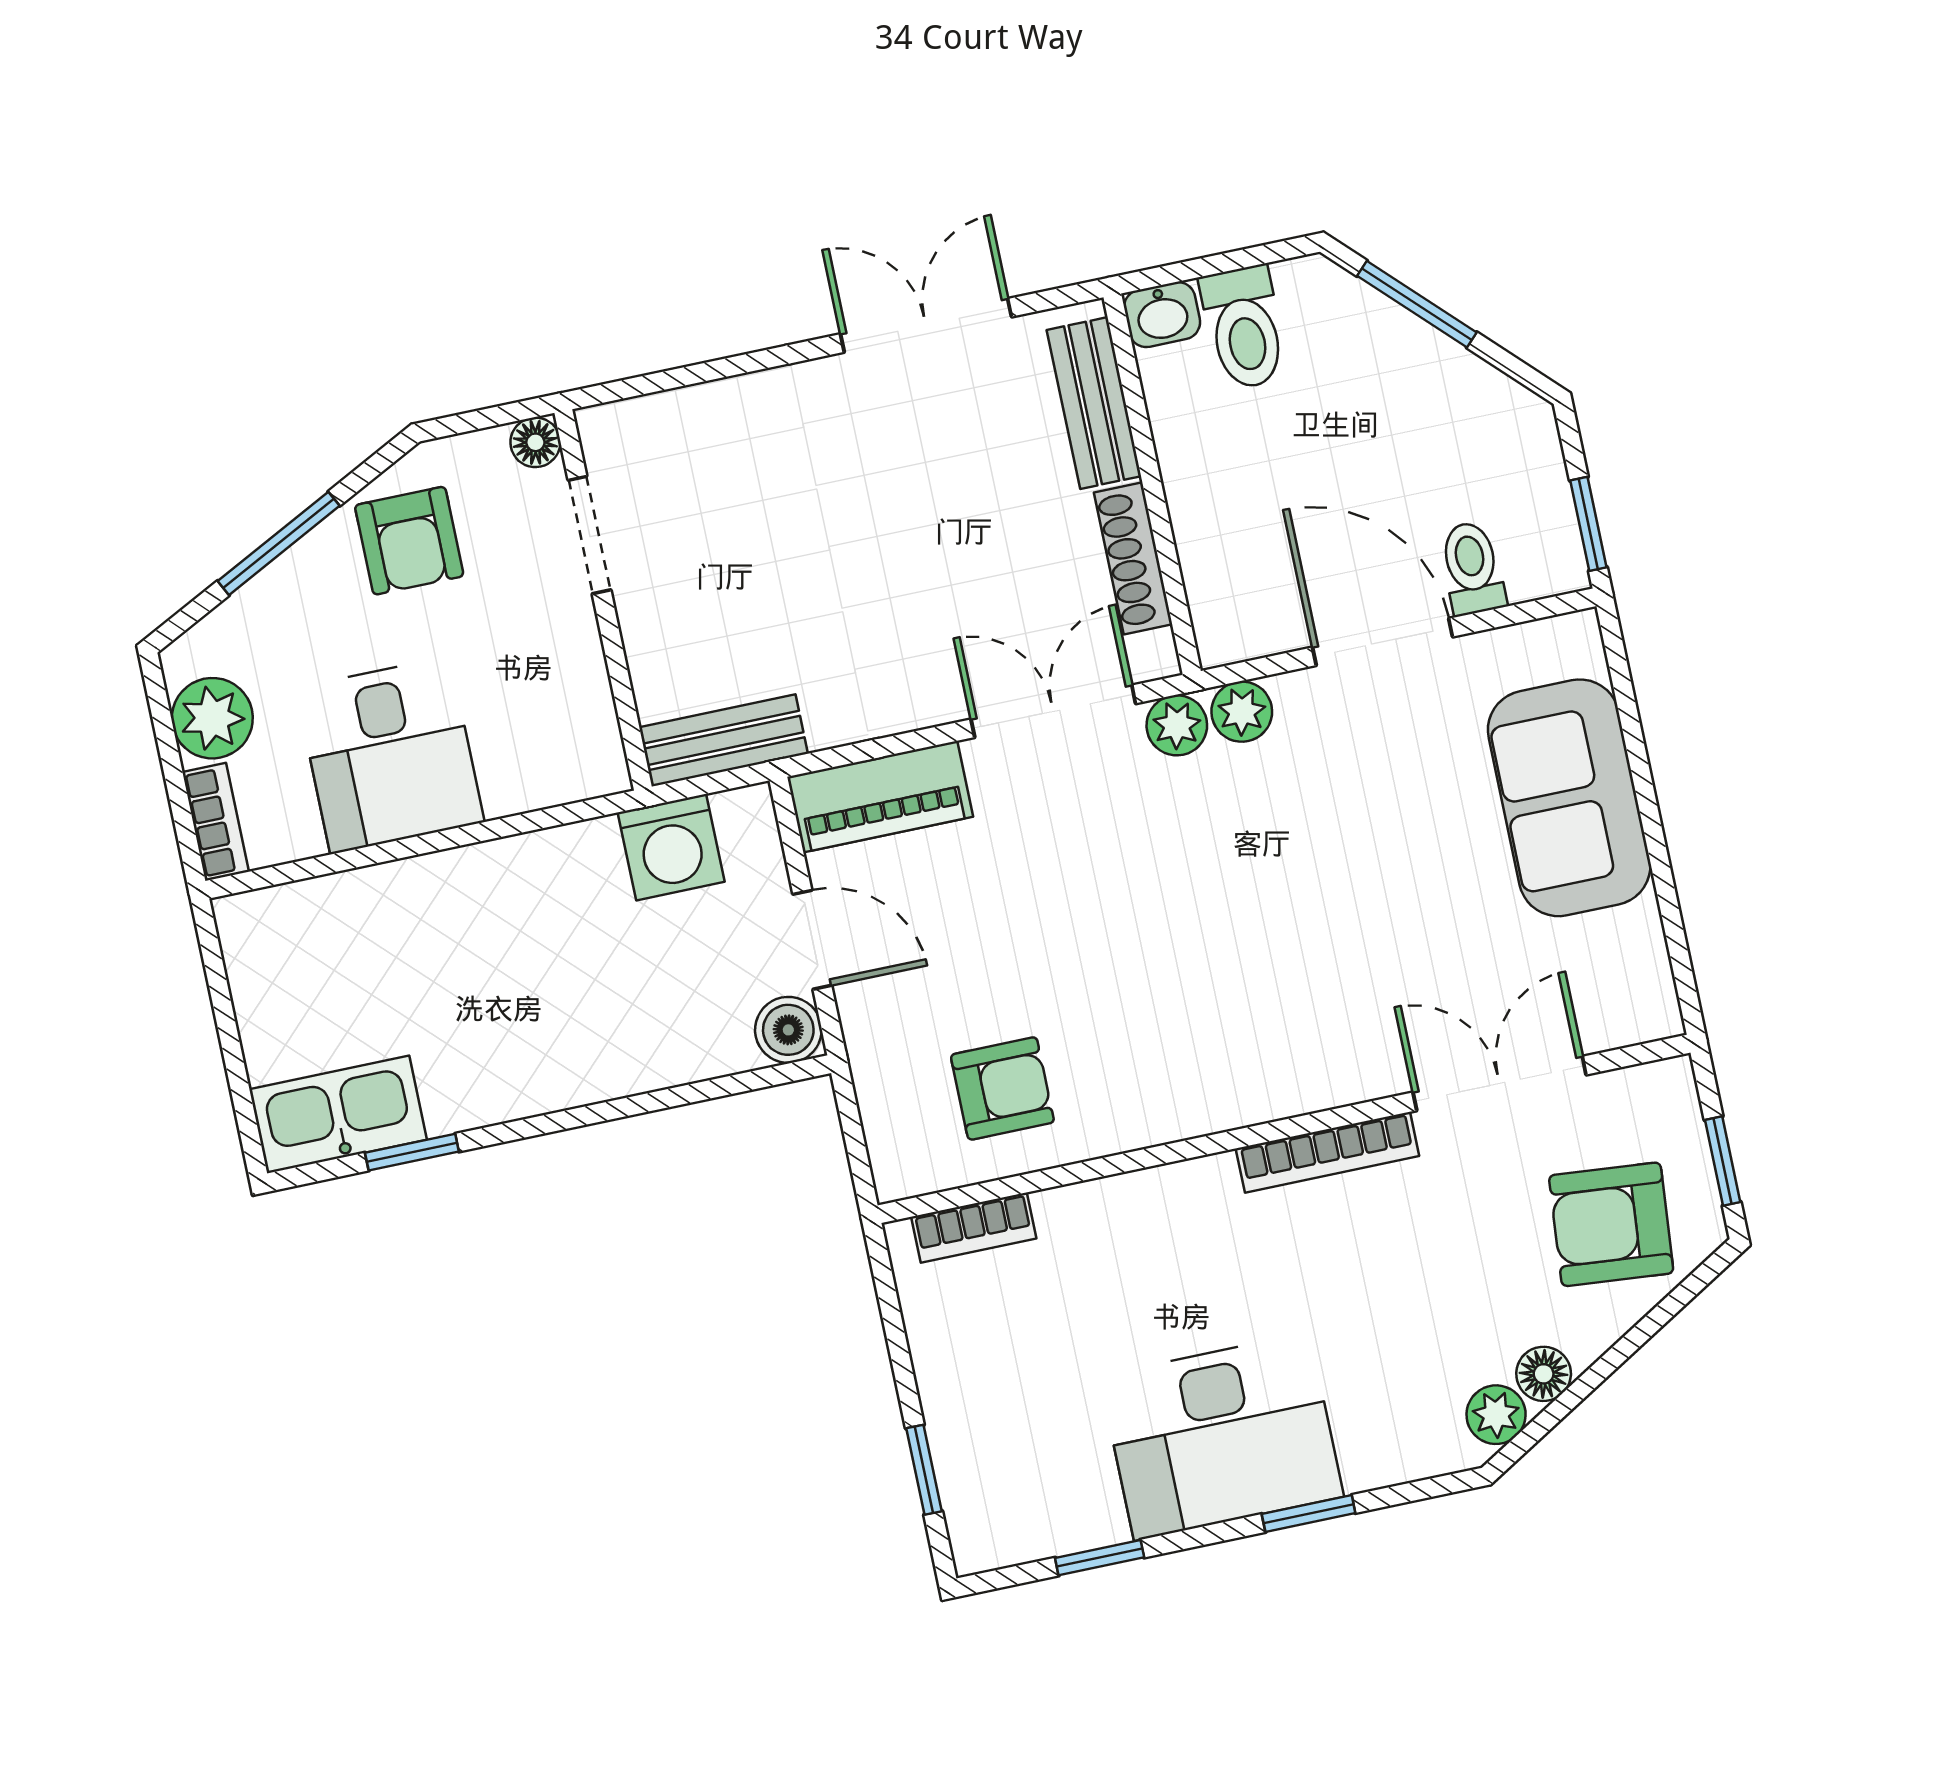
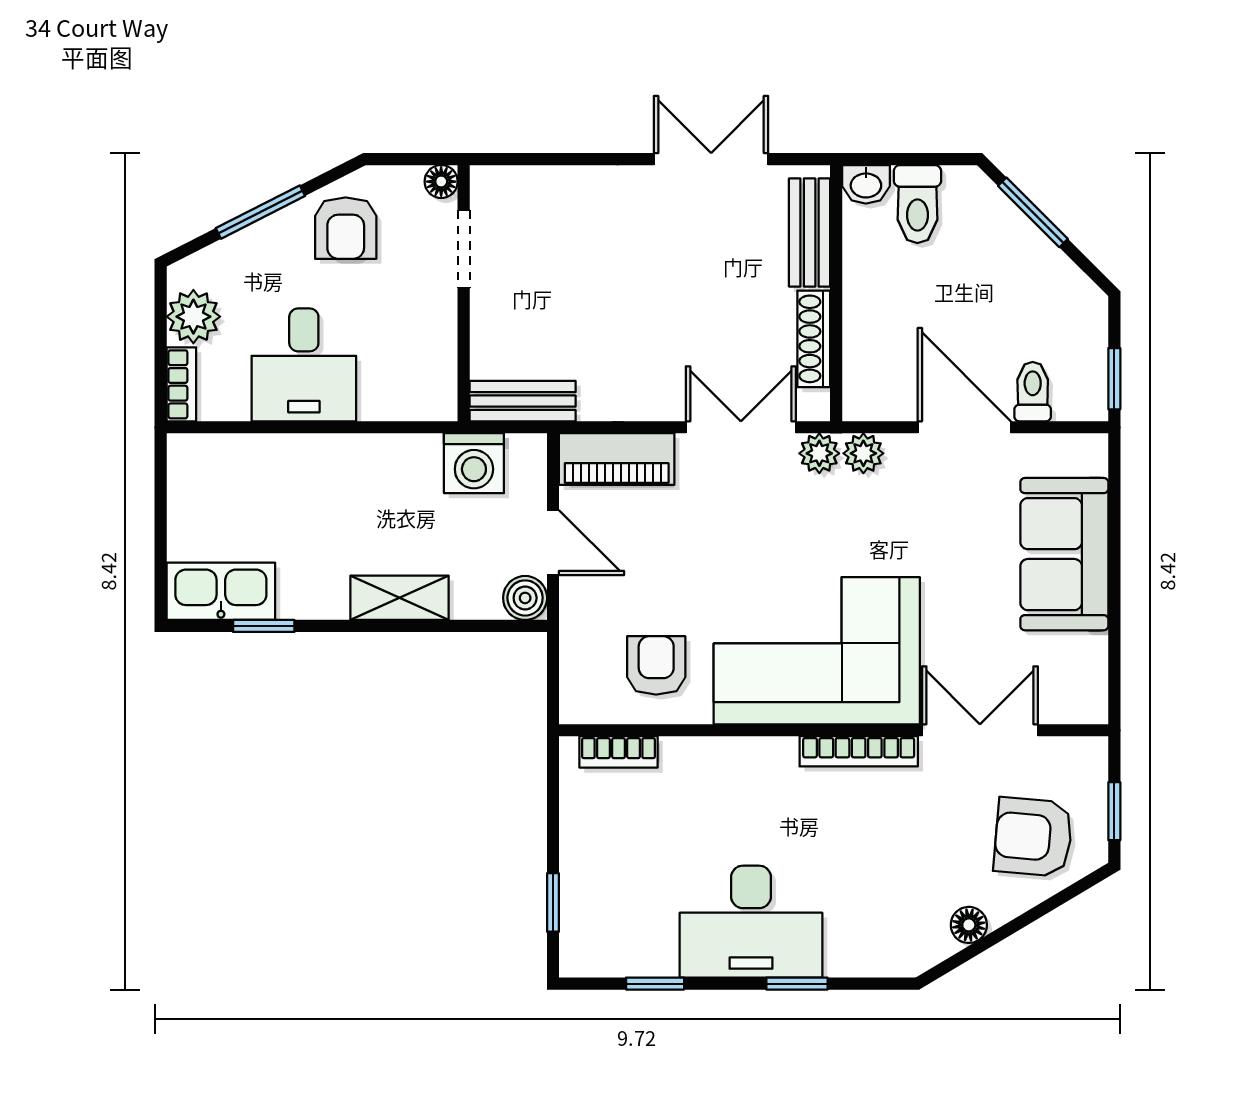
corner sofa: (1235, 1017) -> (817, 651), added
shelving: (603, 1069) -> (400, 598), added
armchair: (1002, 1088) -> (656, 665), turned -90
plant: (1496, 1415) -> (932, 945), removed

